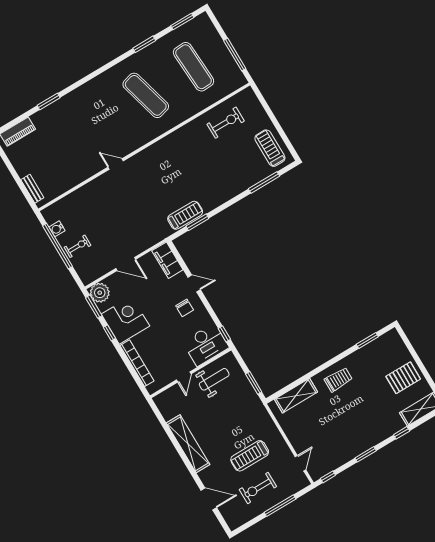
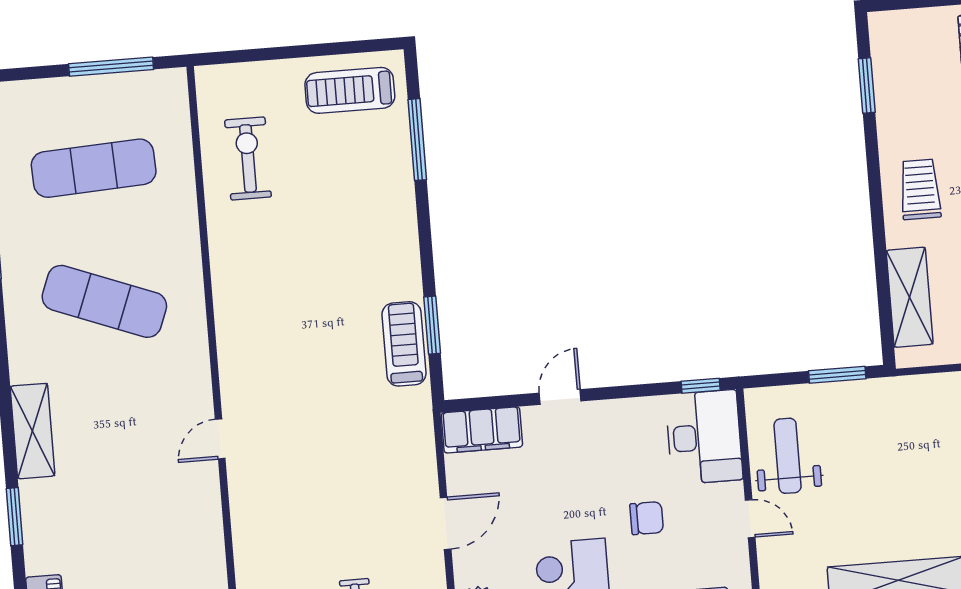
shelving: (84, 92) -> (32, 431), added
exercise mat: (146, 95) -> (104, 301), turned 36
chair: (185, 308) -> (647, 518), moved

